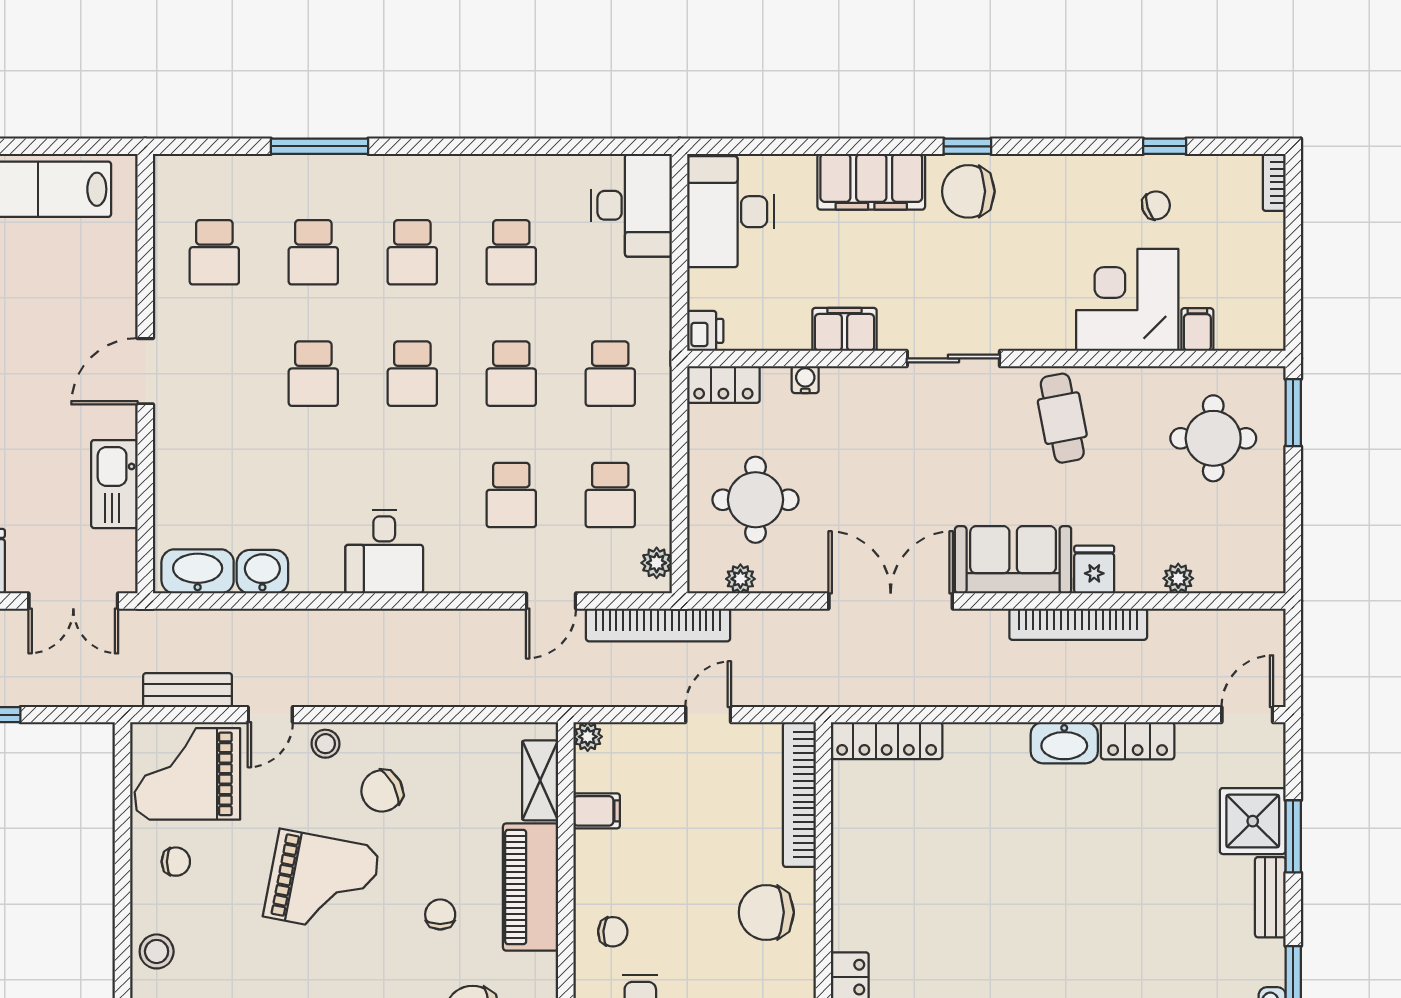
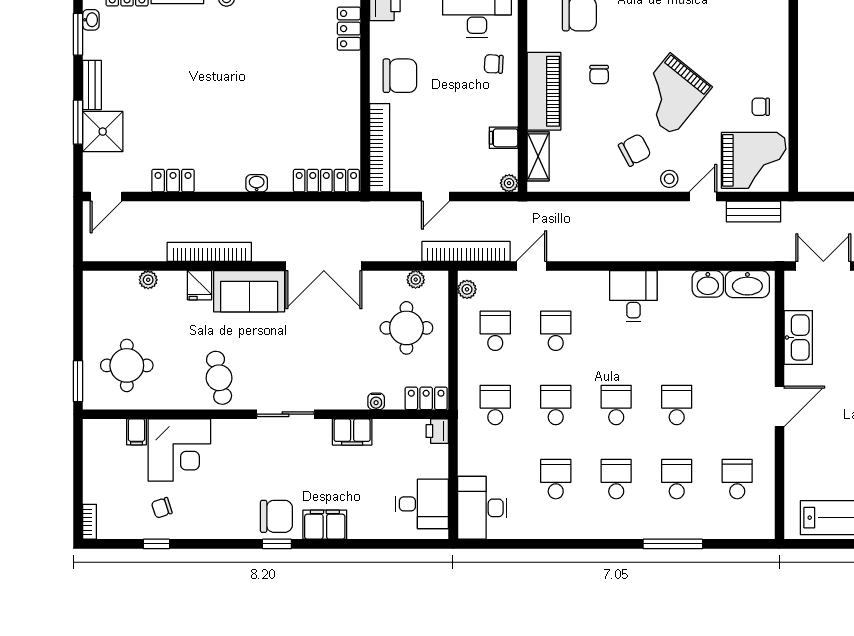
filing cabinet: (871, 182) -> (325, 525), width x0.67, depth x0.86
desk: (731, 212) -> (422, 504), width x0.73
washbasin: (1064, 743) -> (257, 183), moved, width x0.52, depth x0.69
grand piano: (322, 882) -> (671, 94), turned -62
stool: (157, 951) -> (772, 52), removed

